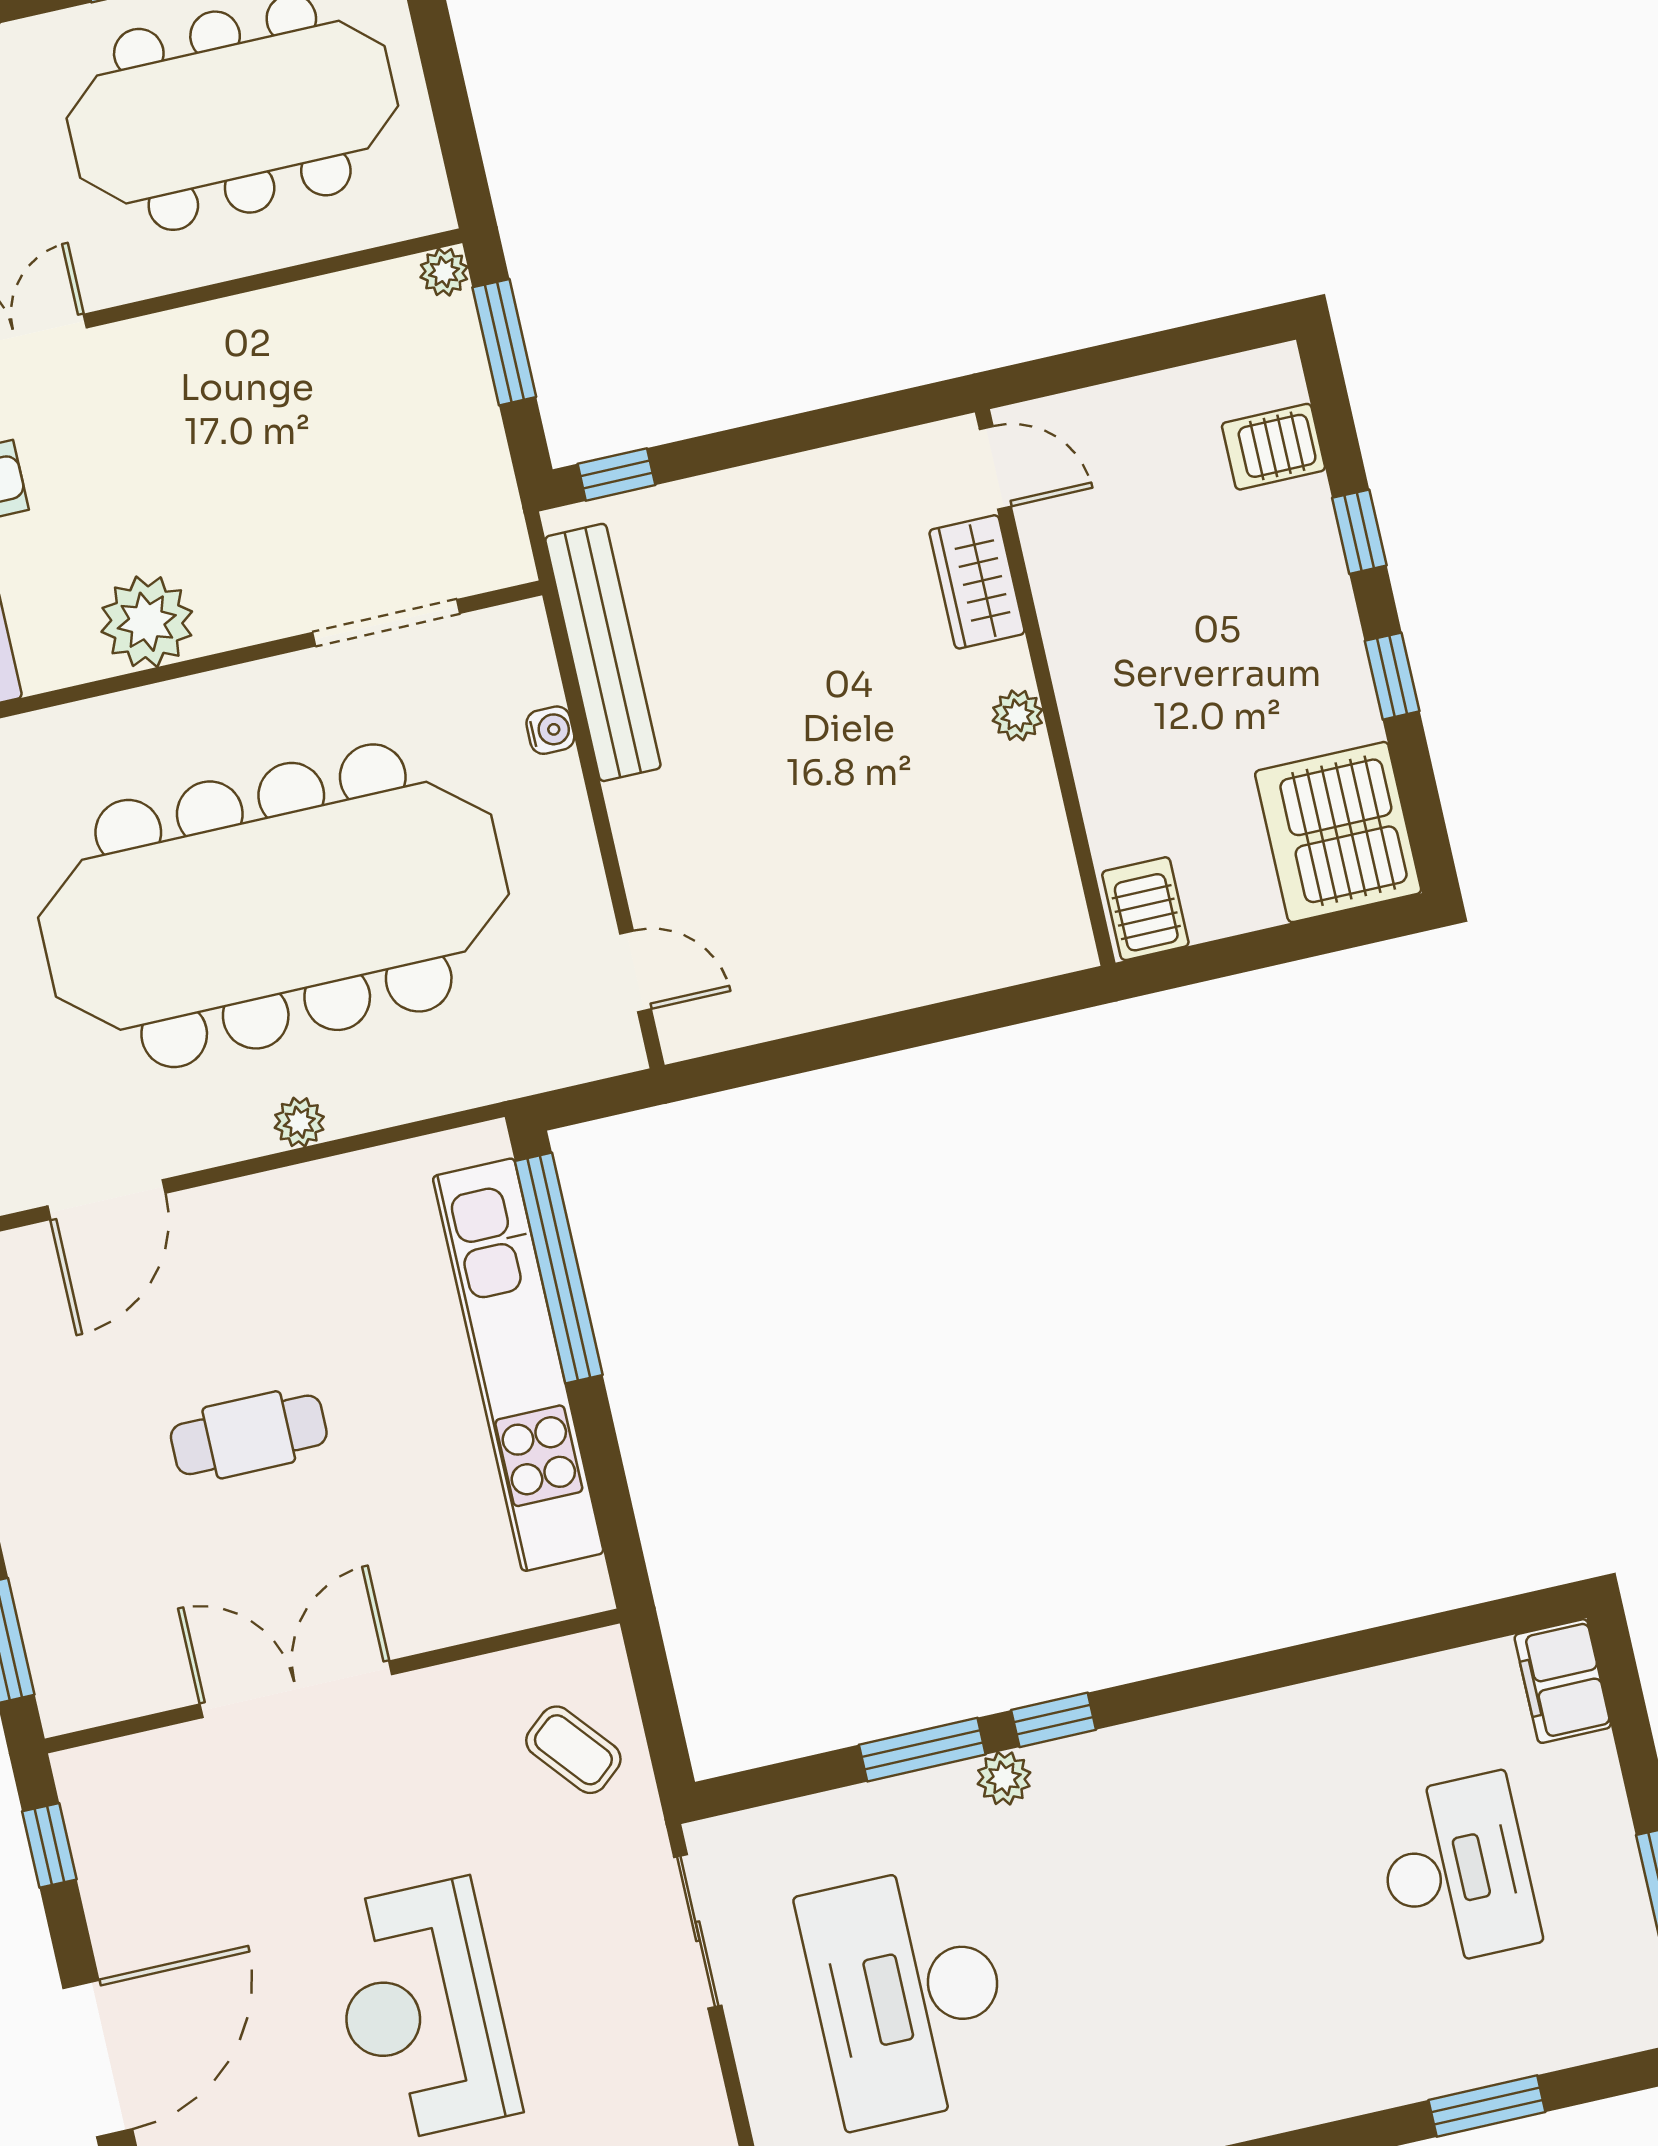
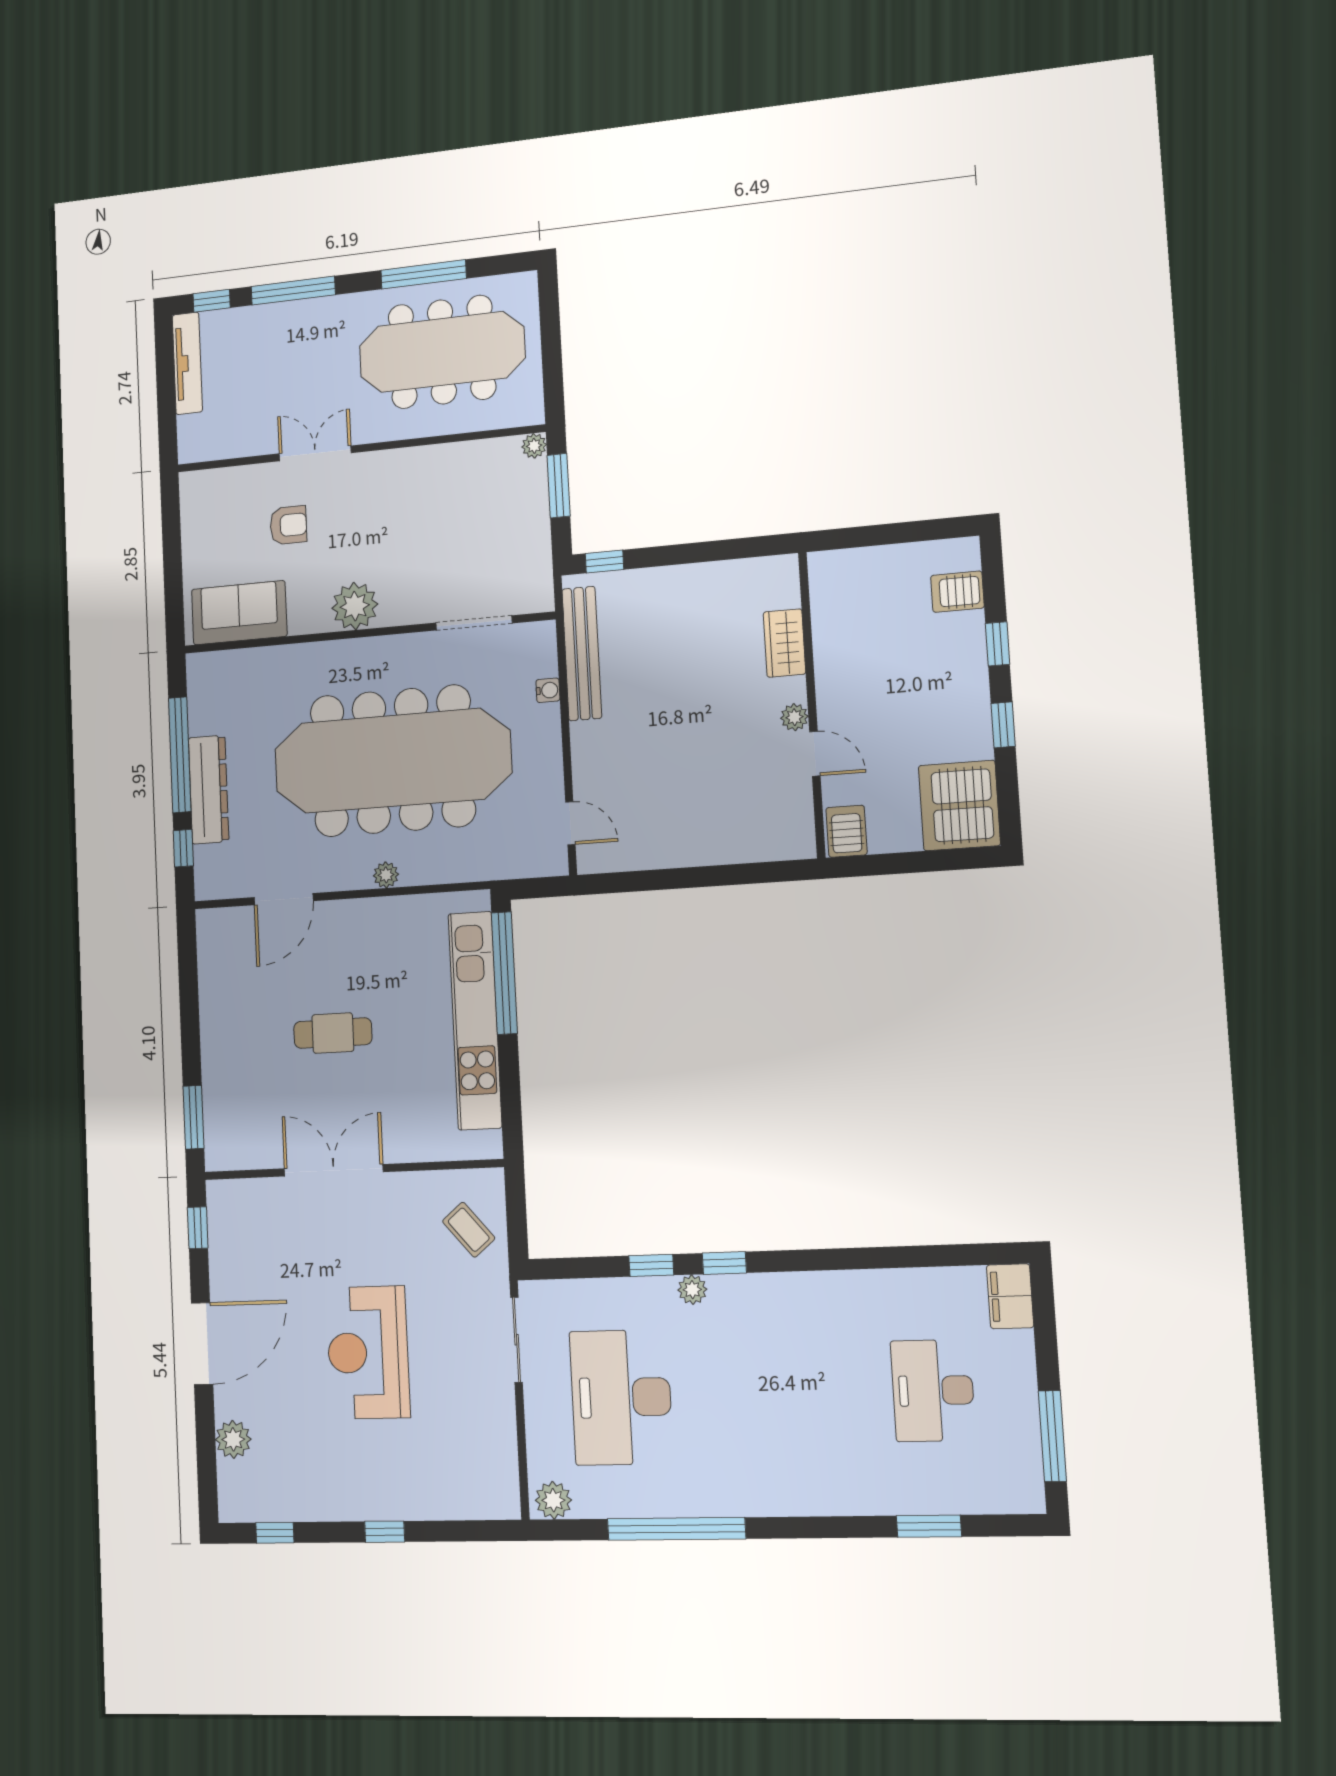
door: (995, 468) -> (815, 754), moved
window: (922, 1750) -> (651, 1265), width x0.67
desk: (1456, 1871) -> (933, 1391), turned 180

